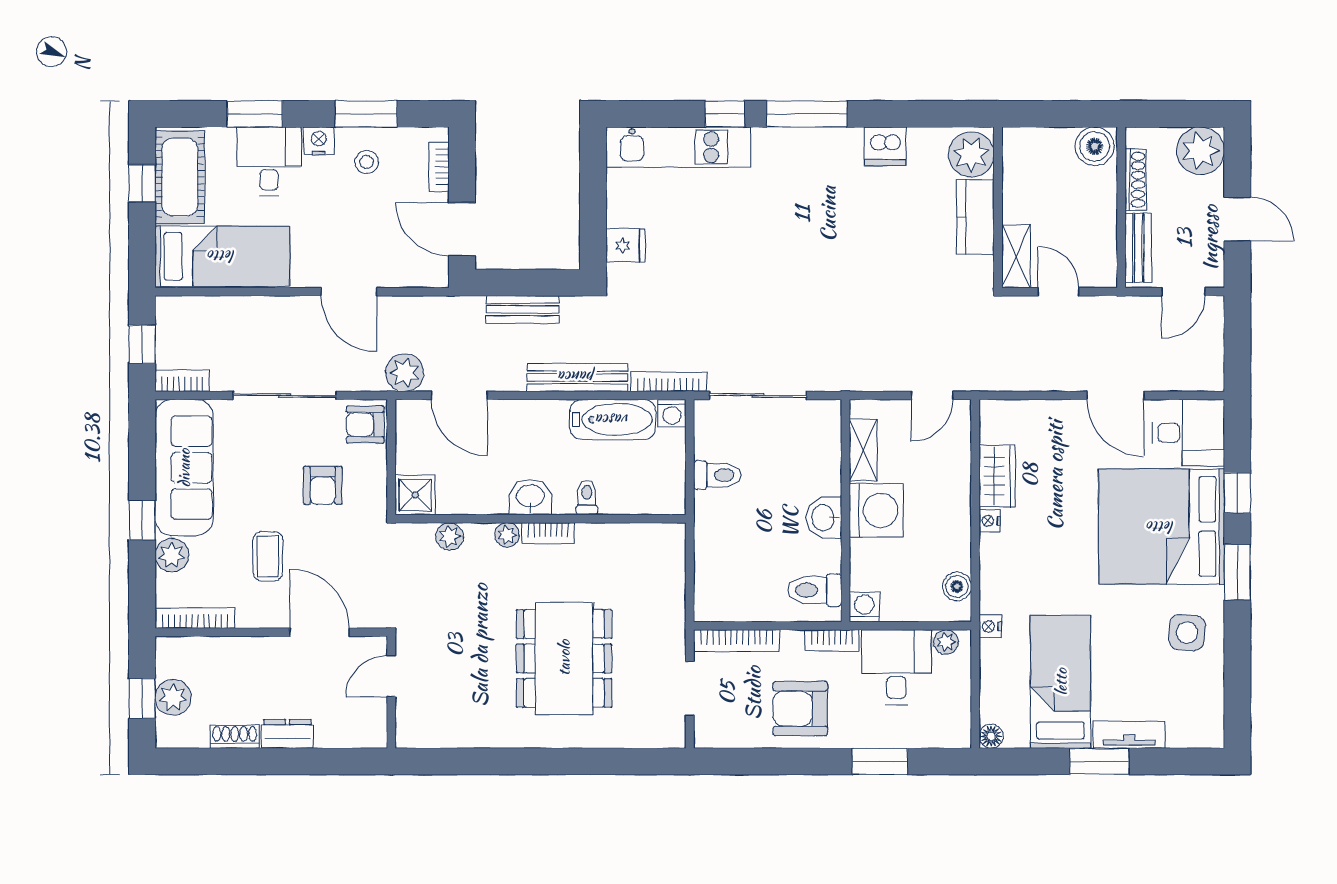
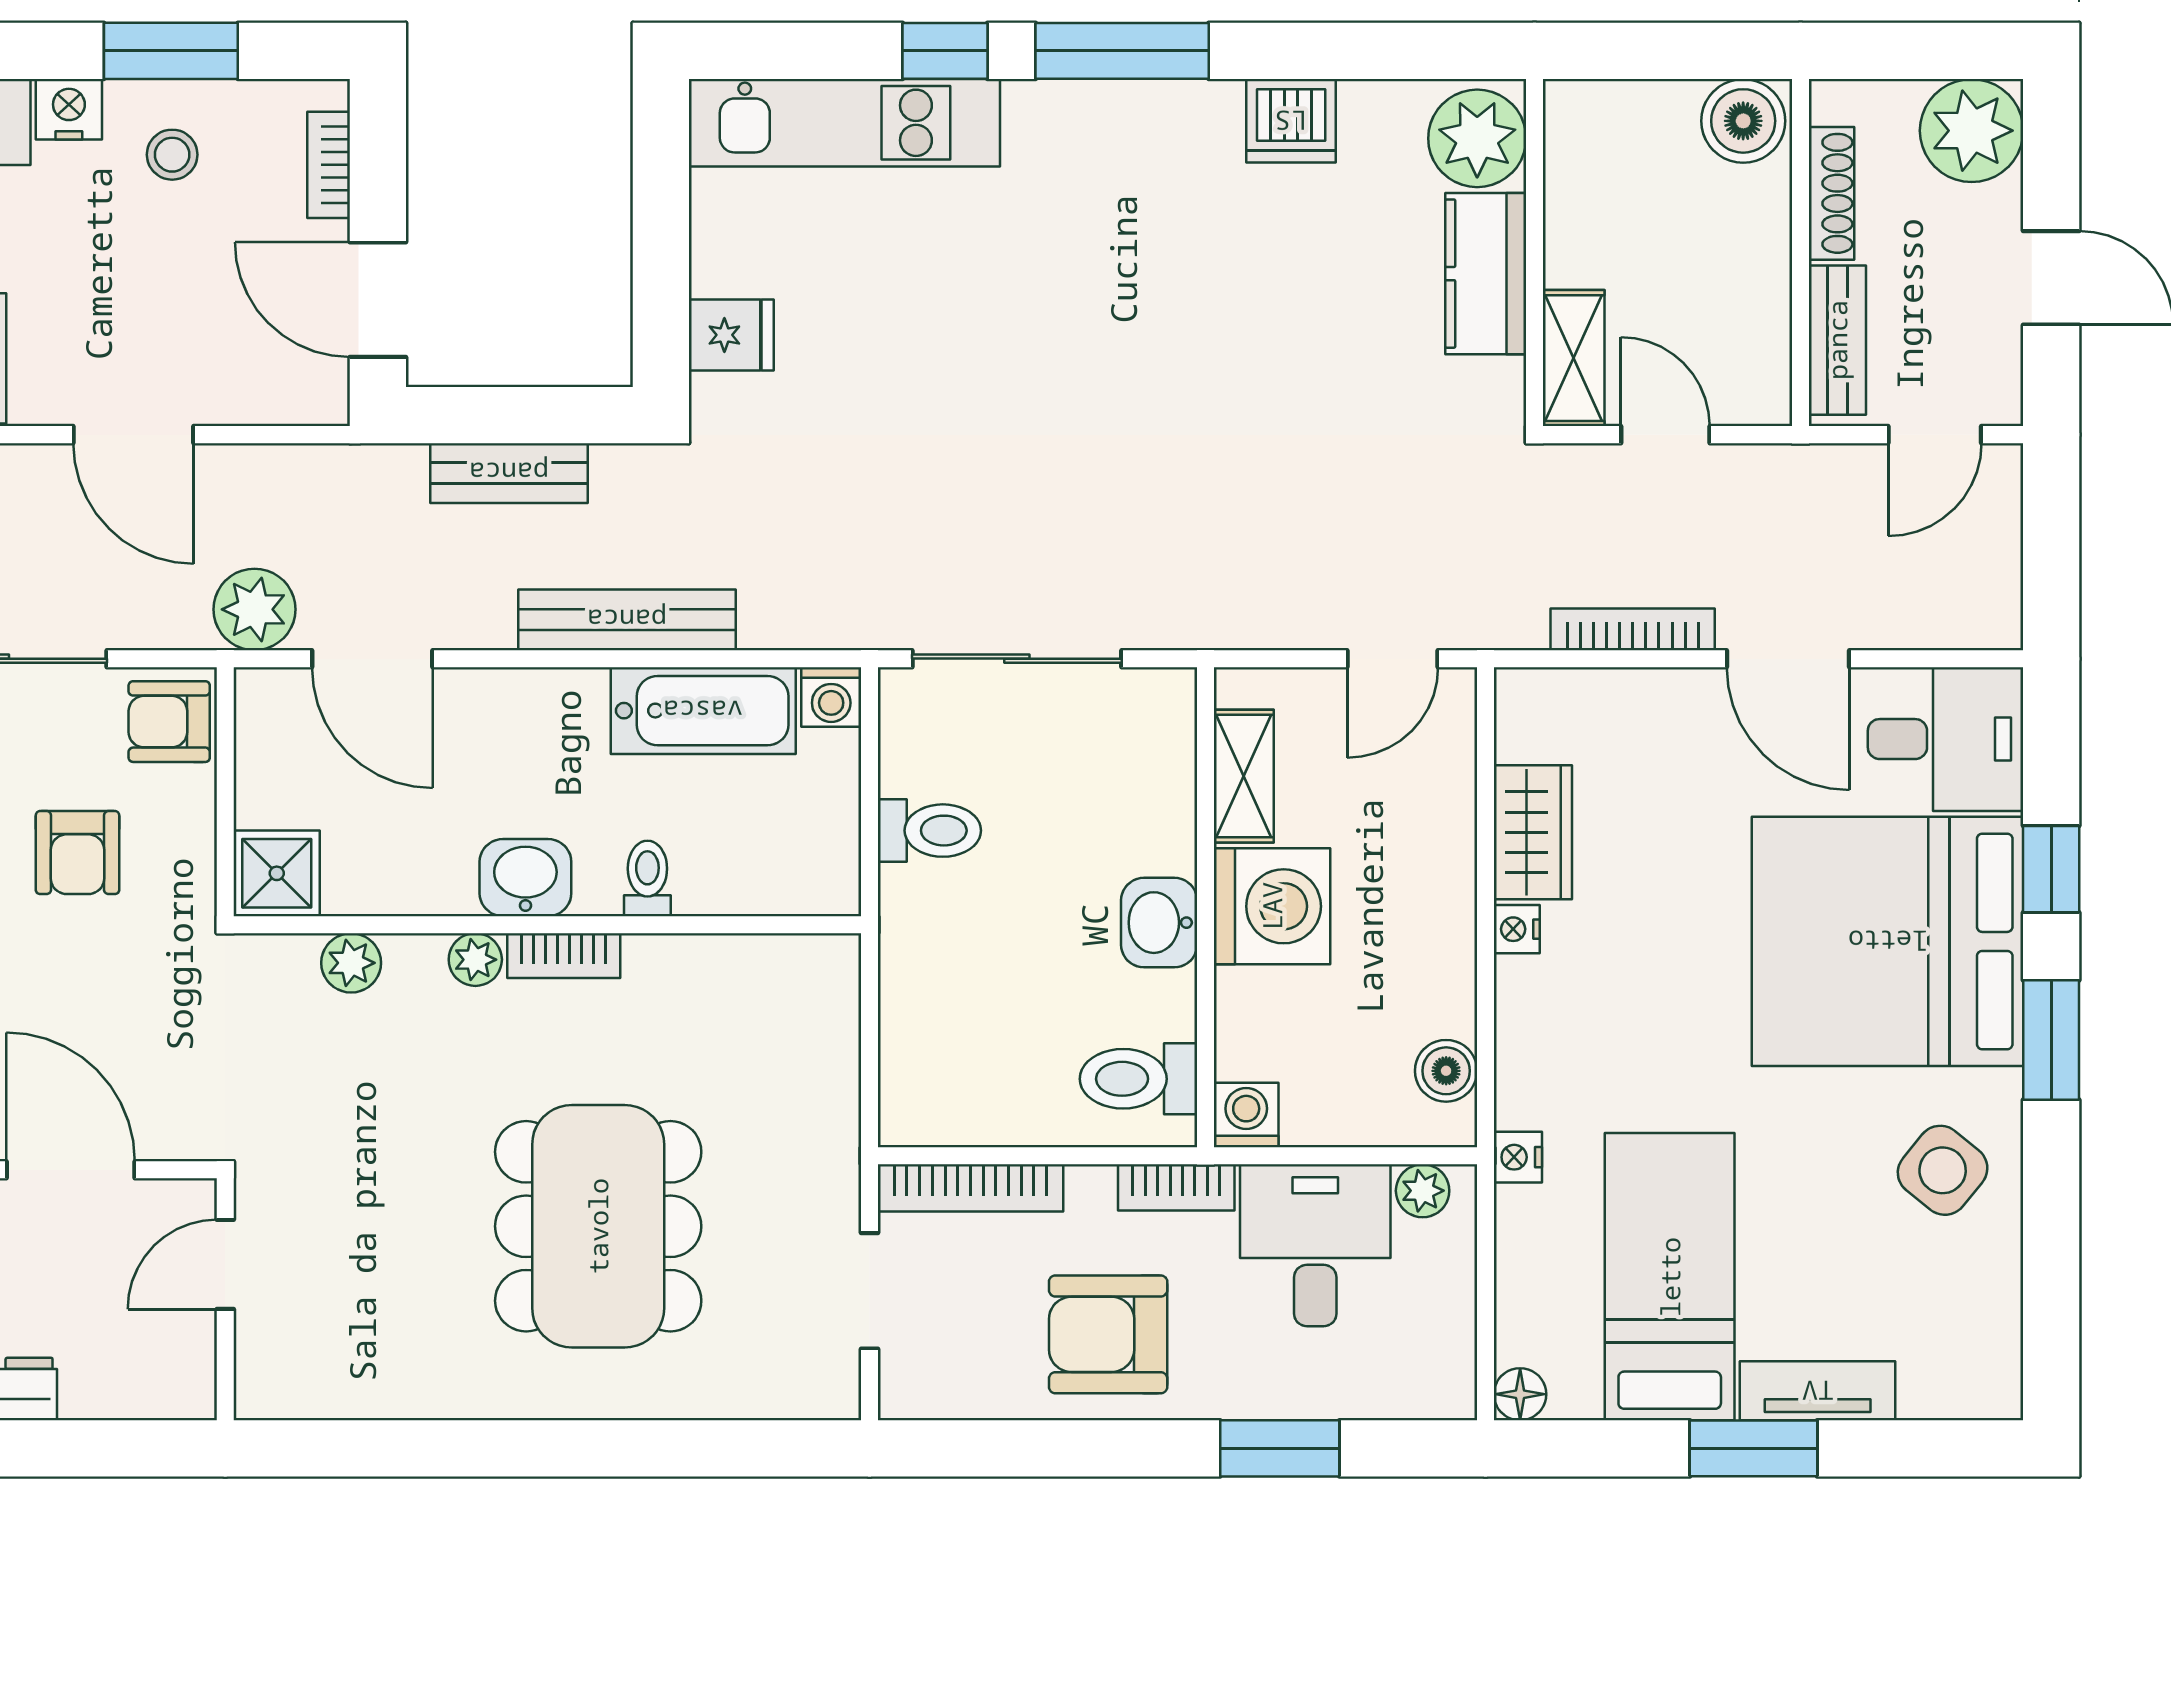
bookcase: (668, 382) -> (1633, 629), moved
side table: (1187, 633) -> (1943, 1170), turned 34

